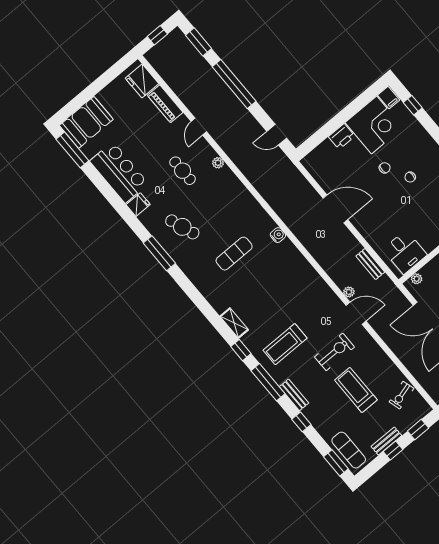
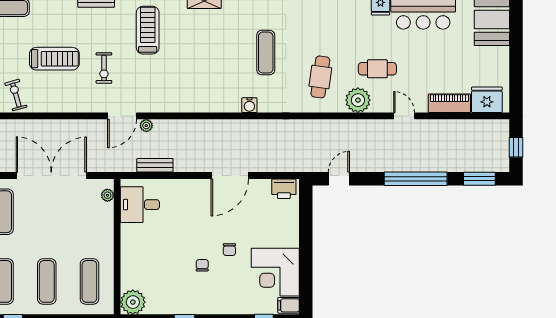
printer: (342, 136) -> (284, 189), moved, turned -90
plant: (218, 163) -> (358, 100), width x1.87, depth x1.87
cafe table: (182, 227) -> (320, 77), moved, turned -62
exercise bike: (334, 352) -> (104, 68), width x0.73, depth x0.72

